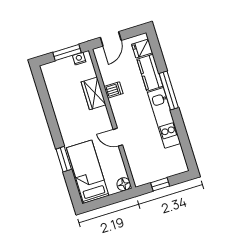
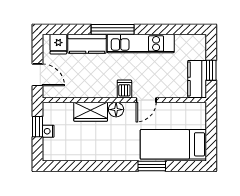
window: (67, 52) -> (37, 127), width x0.67
nightstand: (79, 59) -> (48, 131), moved
dishwasher: (113, 90) -> (124, 89), moved
kitchen counter: (149, 175) -> (197, 79), added
floor lamp: (124, 184) -> (116, 110), moved

